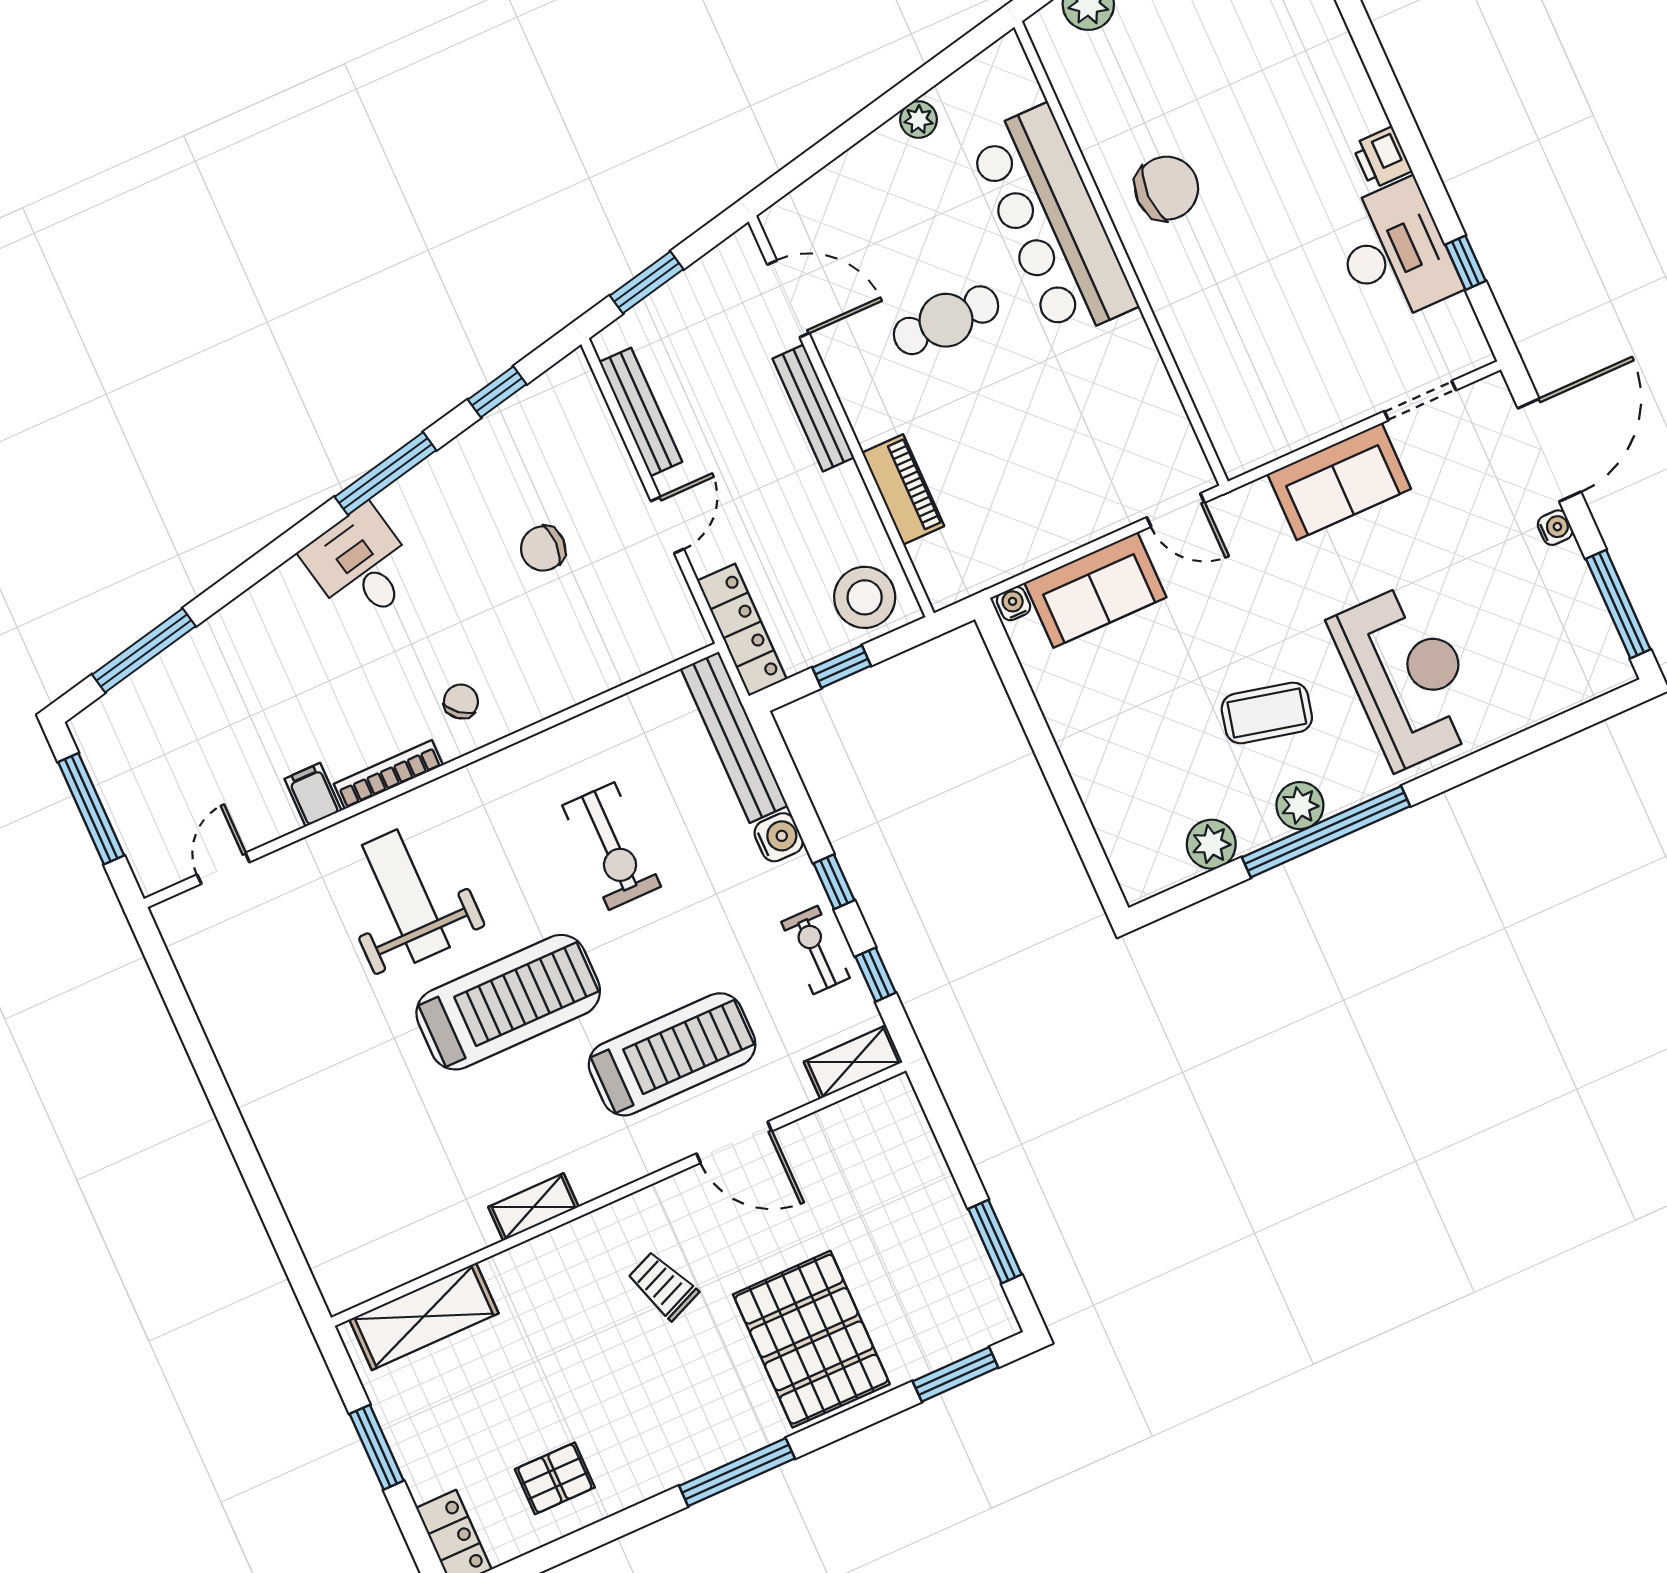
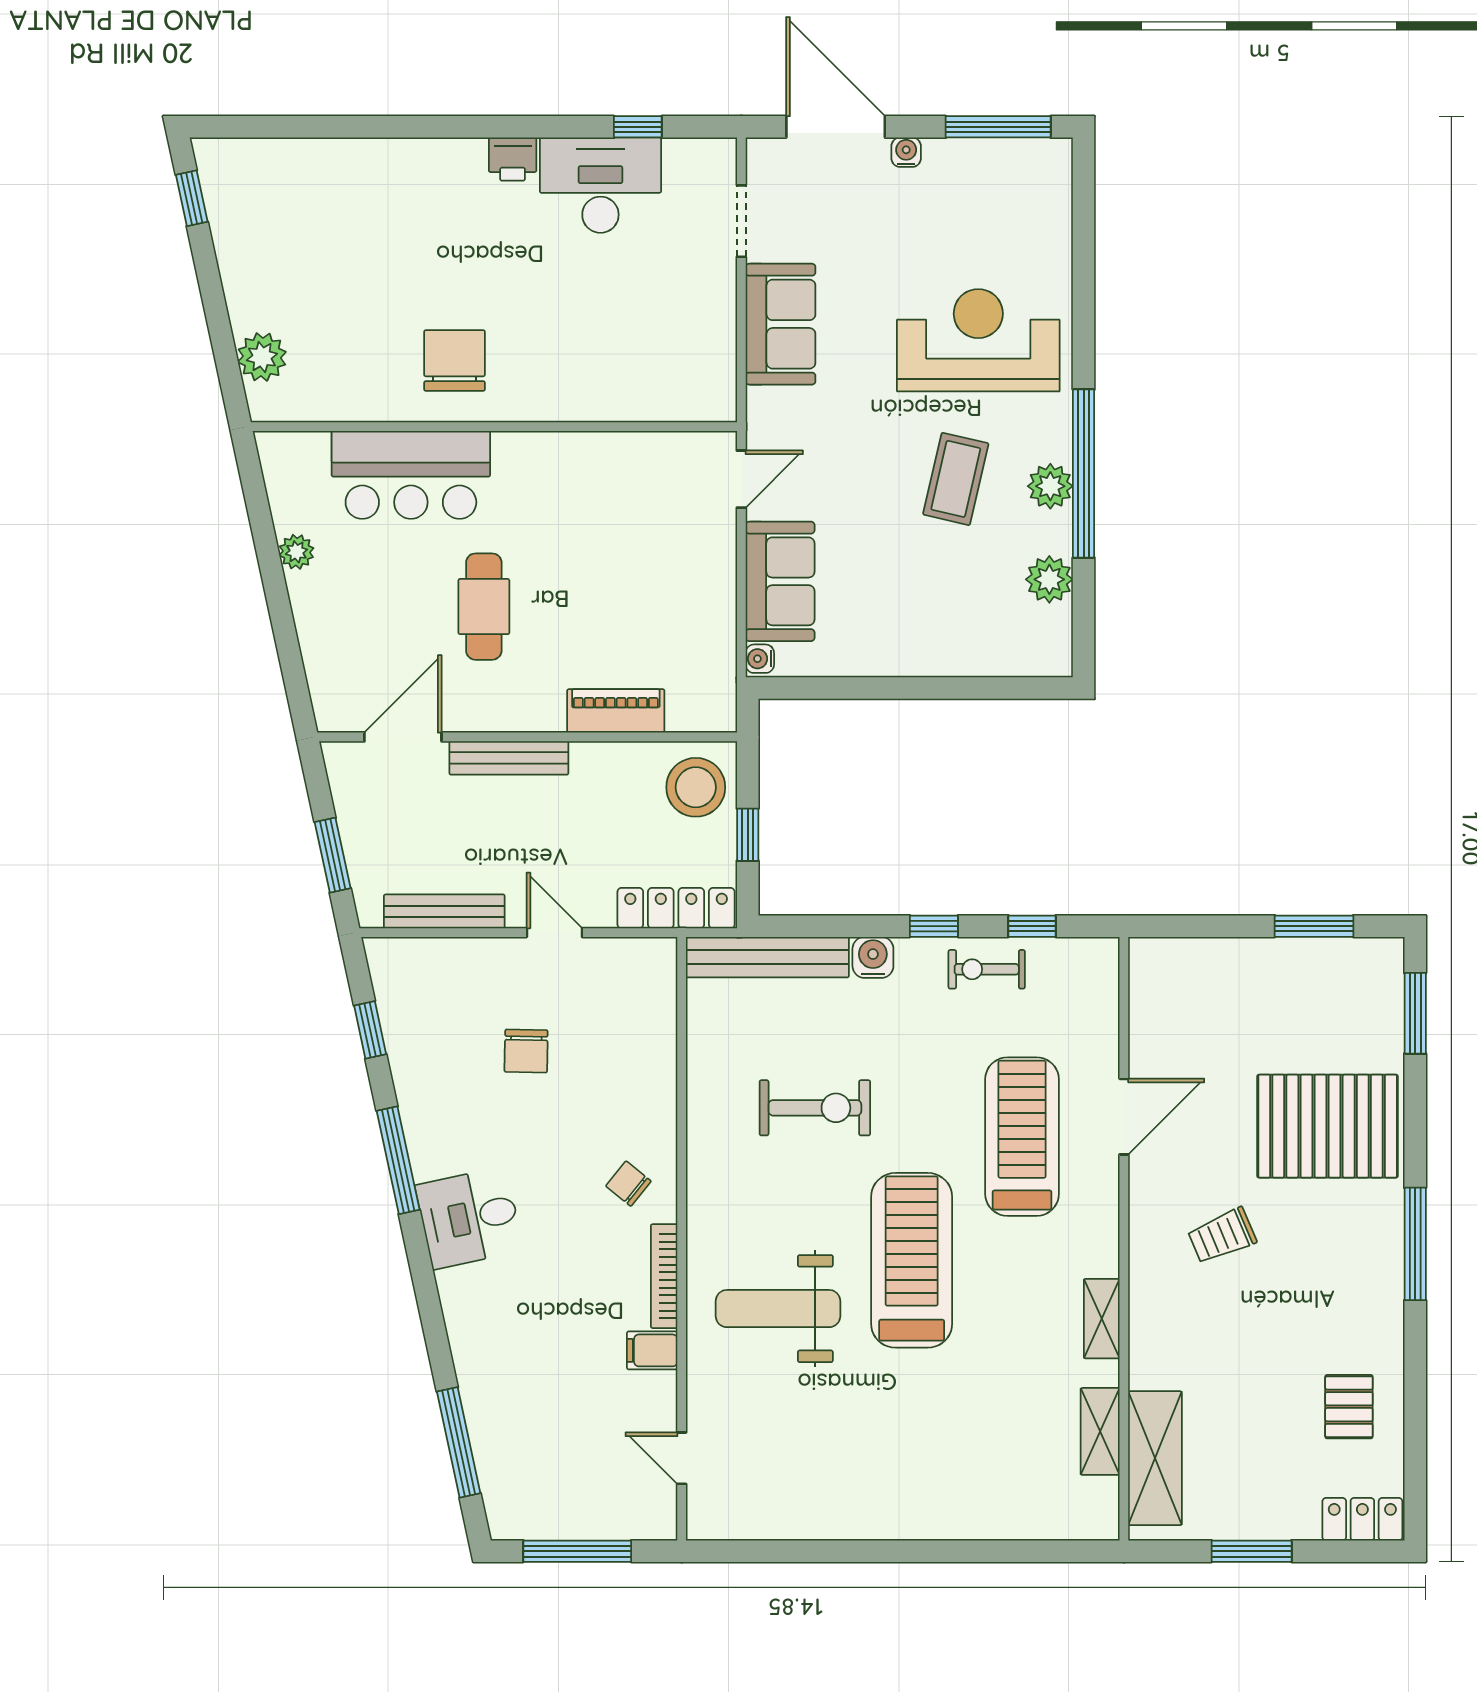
bar counter: (1052, 223) -> (411, 475), width x0.73
shelving: (853, 1062) -> (1100, 1431), moved

